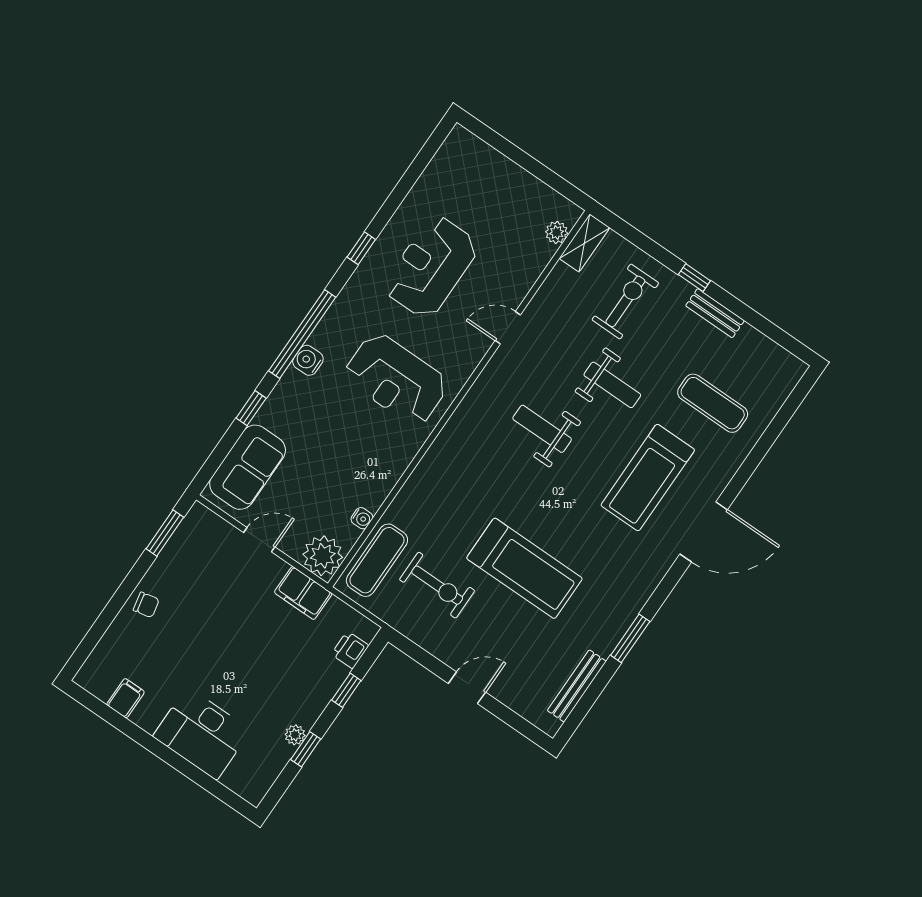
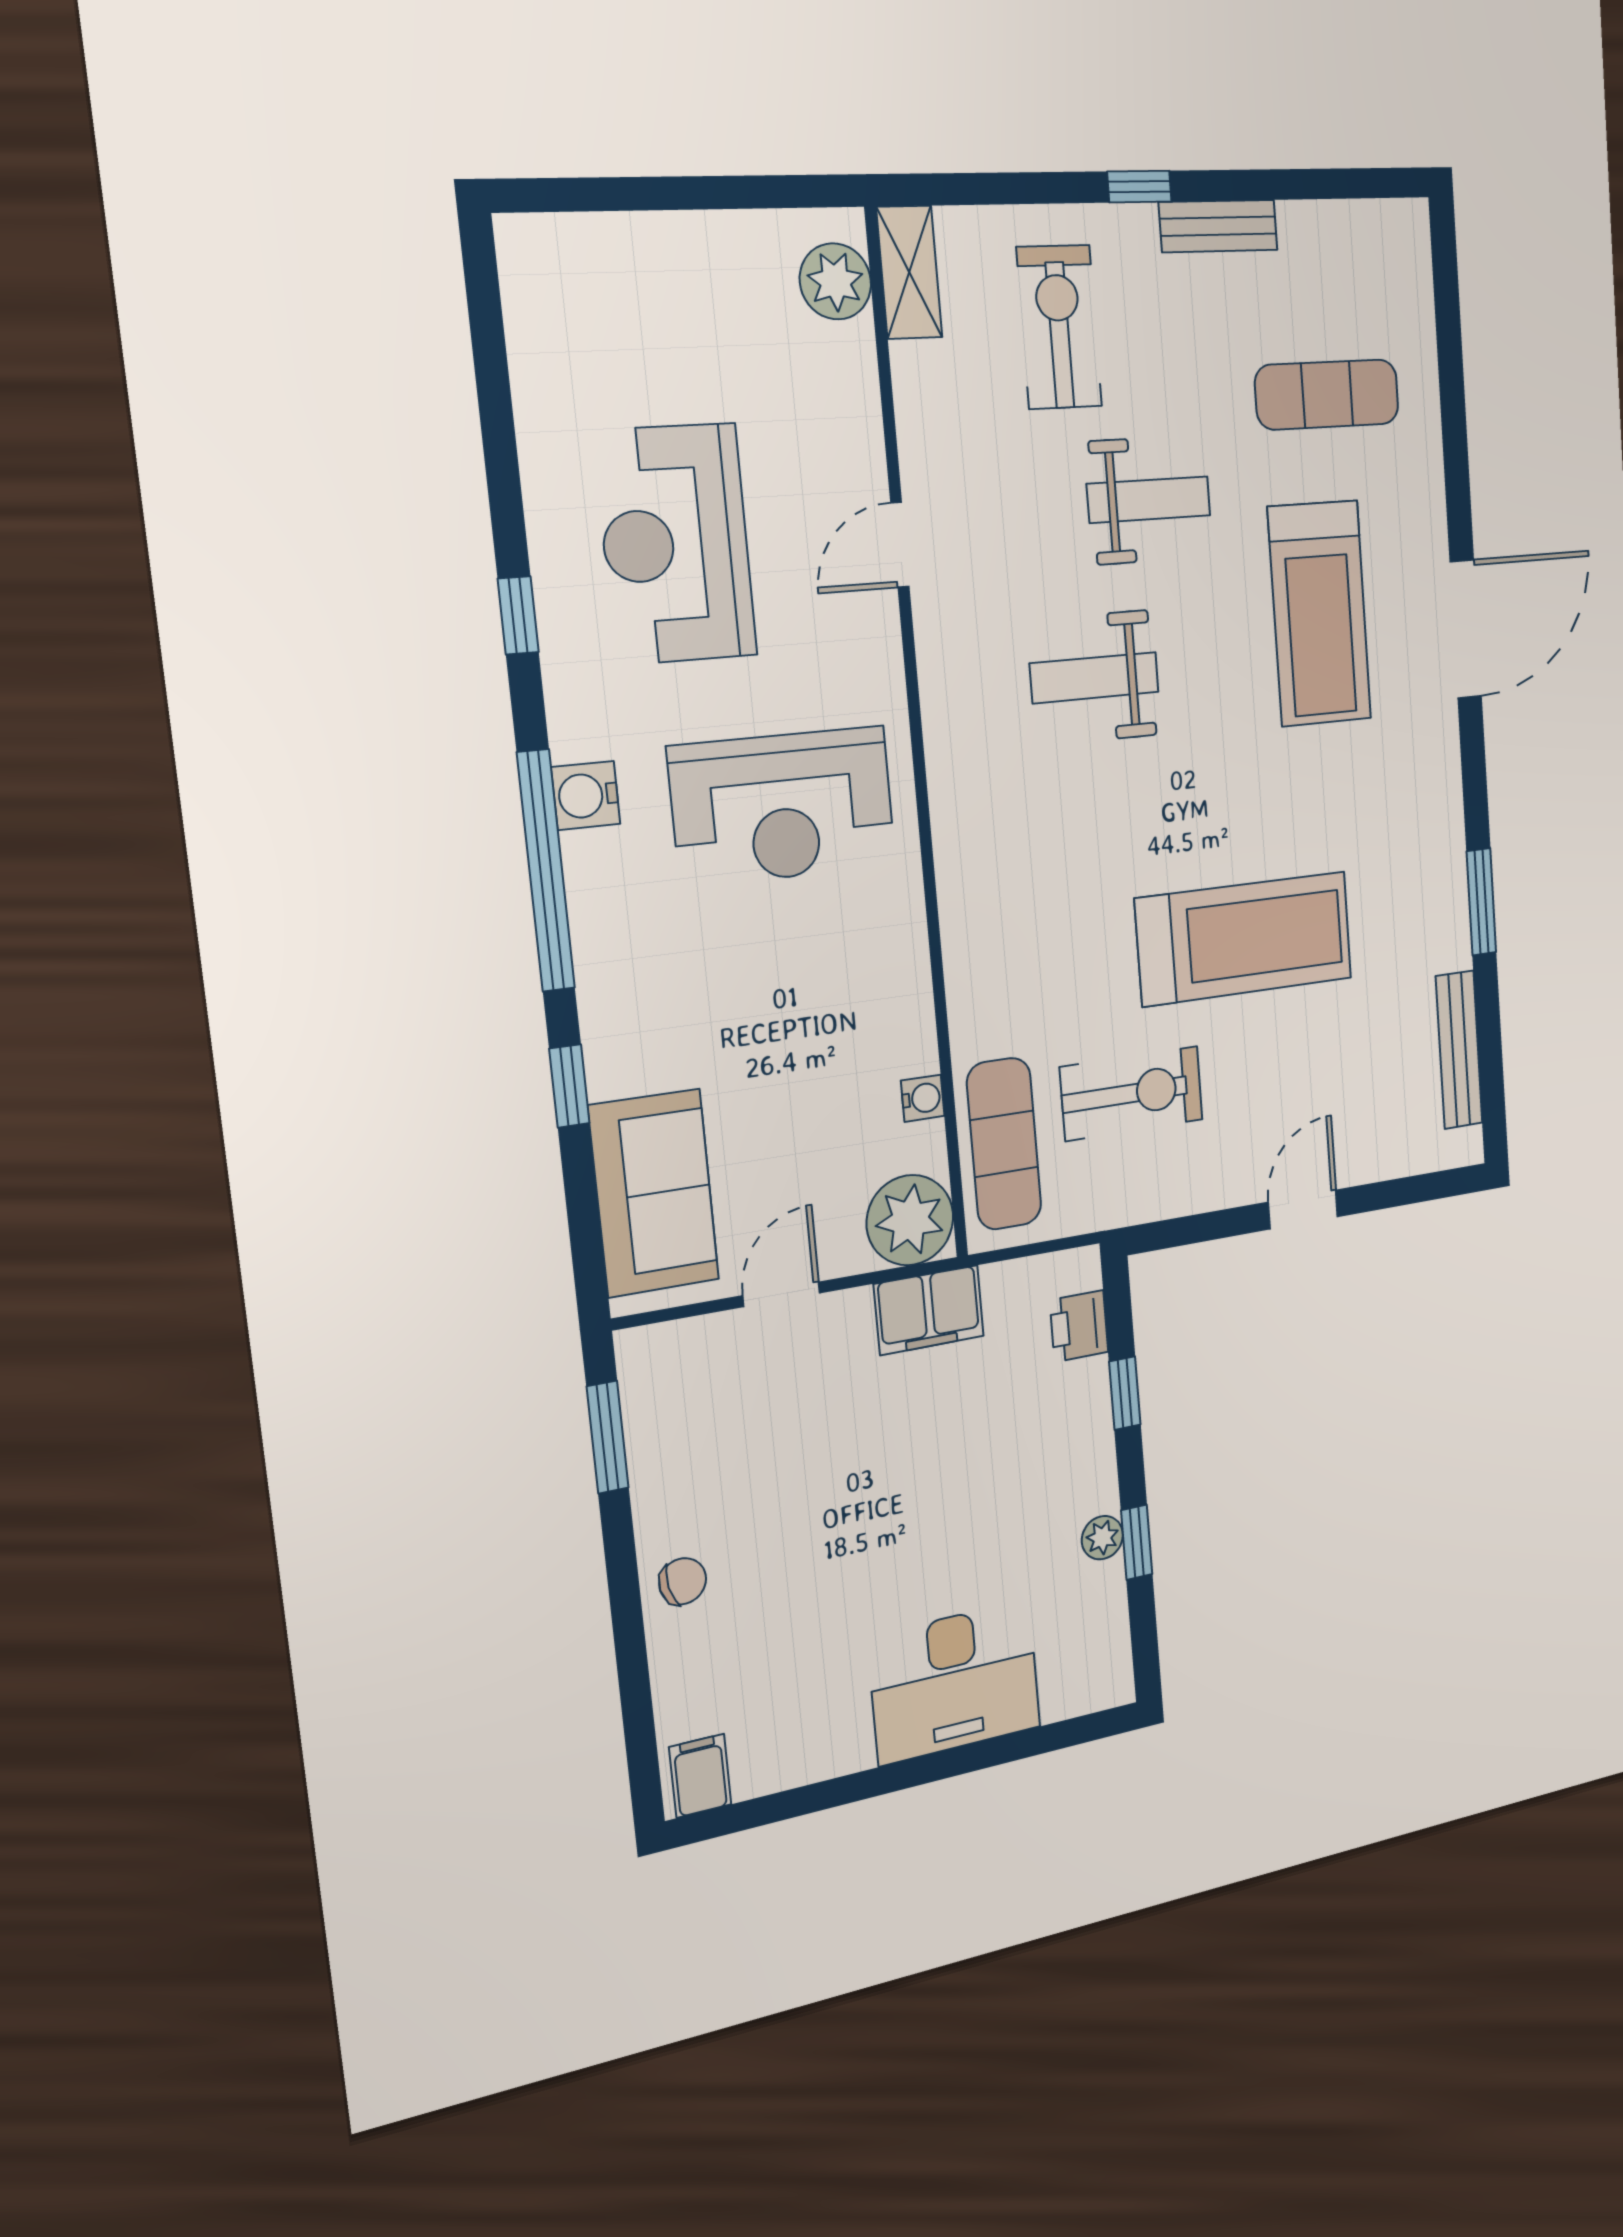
plant: (557, 232) -> (835, 281), width x1.38, depth x1.38
water cooler: (308, 360) -> (586, 796), moved
filing cabinet: (126, 698) -> (700, 1776), moved

